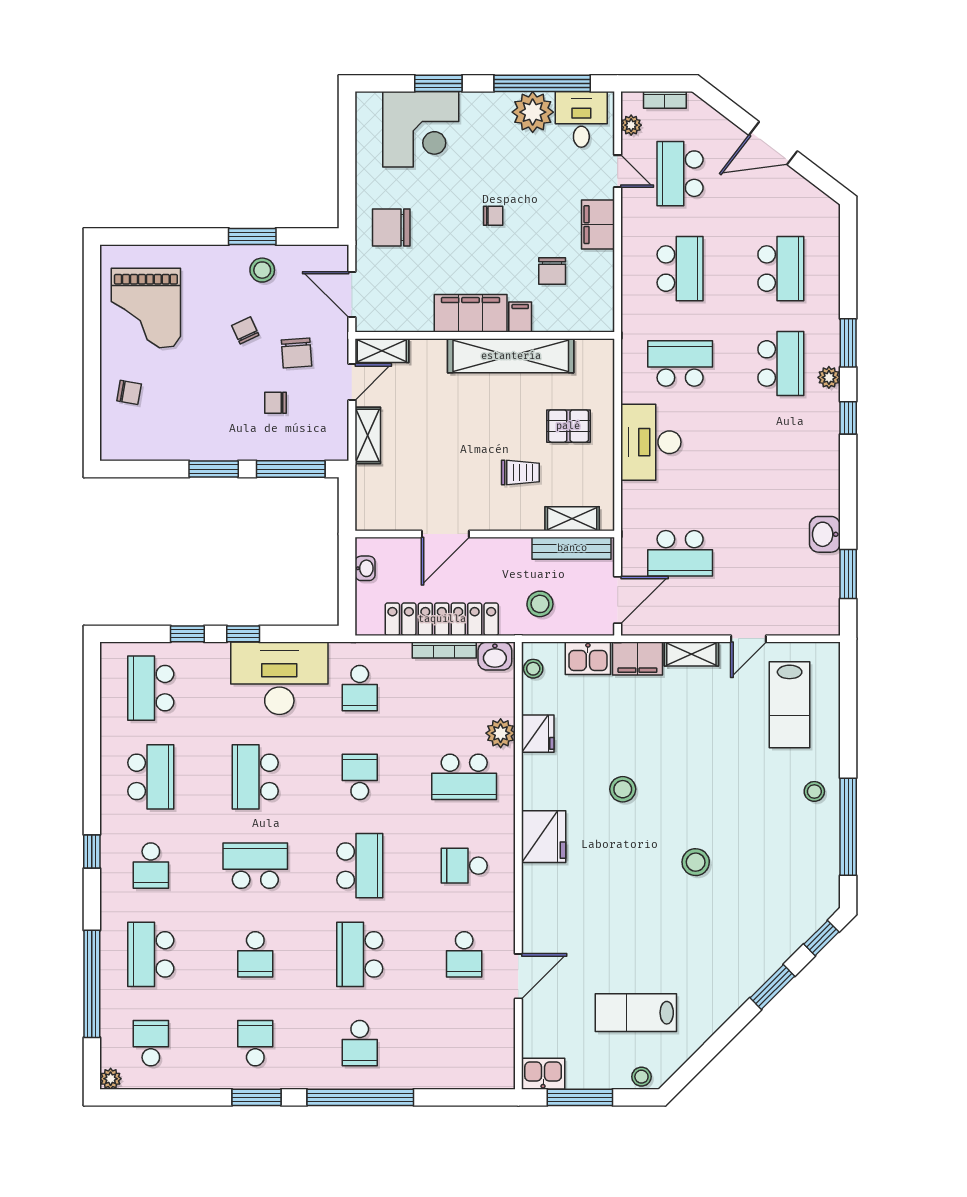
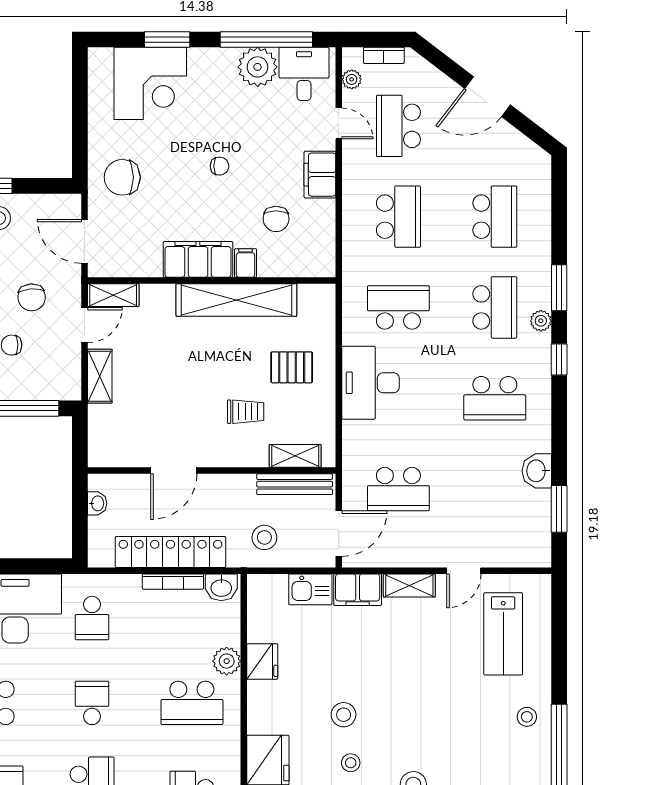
school desk: (781, 458) -> (495, 398), added
stool: (533, 669) -> (351, 763), moved

